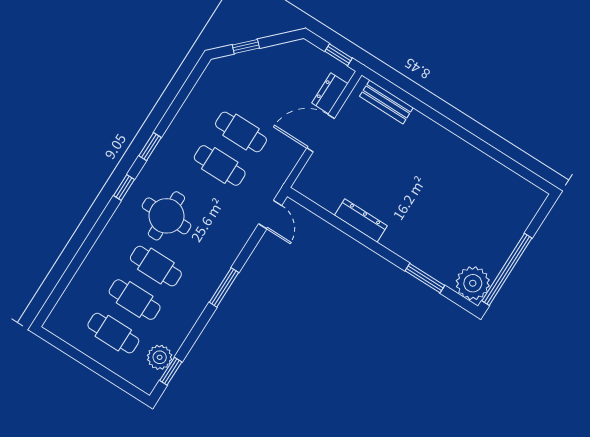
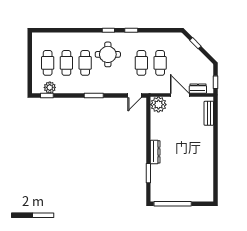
dresser: (361, 221) -> (155, 152), moved
plant: (473, 283) -> (158, 105), moved

